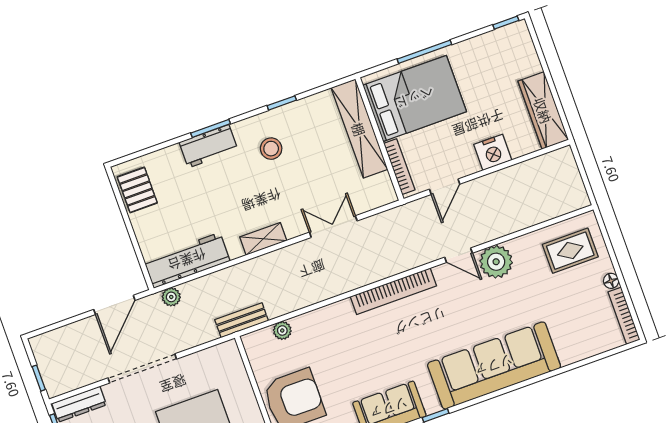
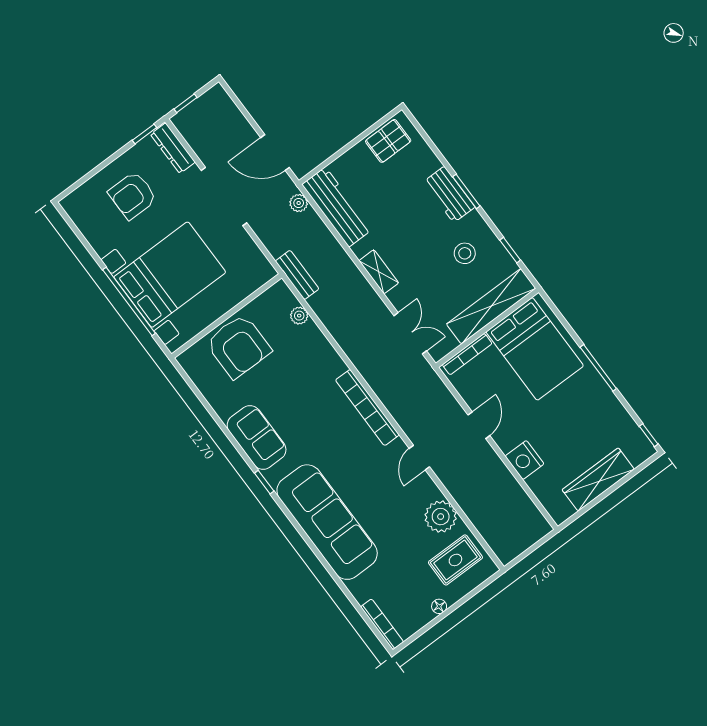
bed: (415, 98) -> (535, 349), moved
wardrobe: (543, 110) -> (598, 480), moved
shelving: (359, 129) -> (491, 306), moved
wall: (380, 139) -> (487, 328), moved
bookcase: (399, 167) -> (467, 354), moved
door: (445, 187) -> (479, 425), swing flipped
rug: (570, 251) -> (455, 560), turned 90
plant: (496, 262) -> (441, 517), moved
bookcase: (624, 316) -> (382, 624), moved, turned 90

